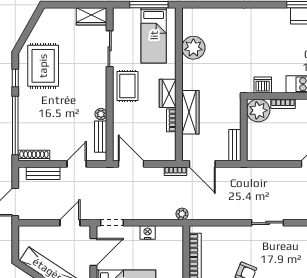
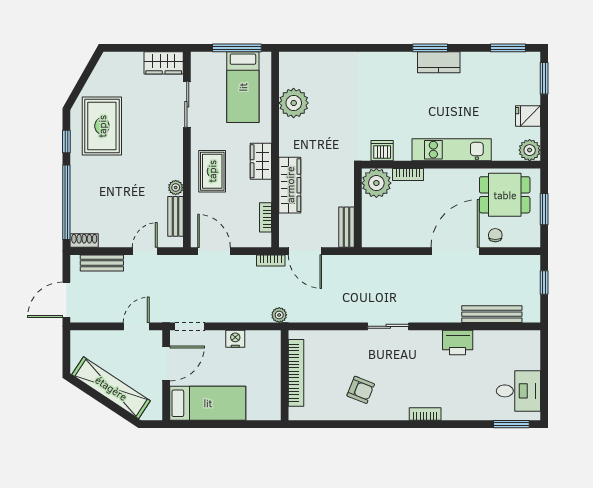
rug: (127, 86) -> (212, 171), moved
bookcase: (171, 120) -> (266, 217), moved
shoe rack: (34, 156) -> (84, 241), width x0.70

